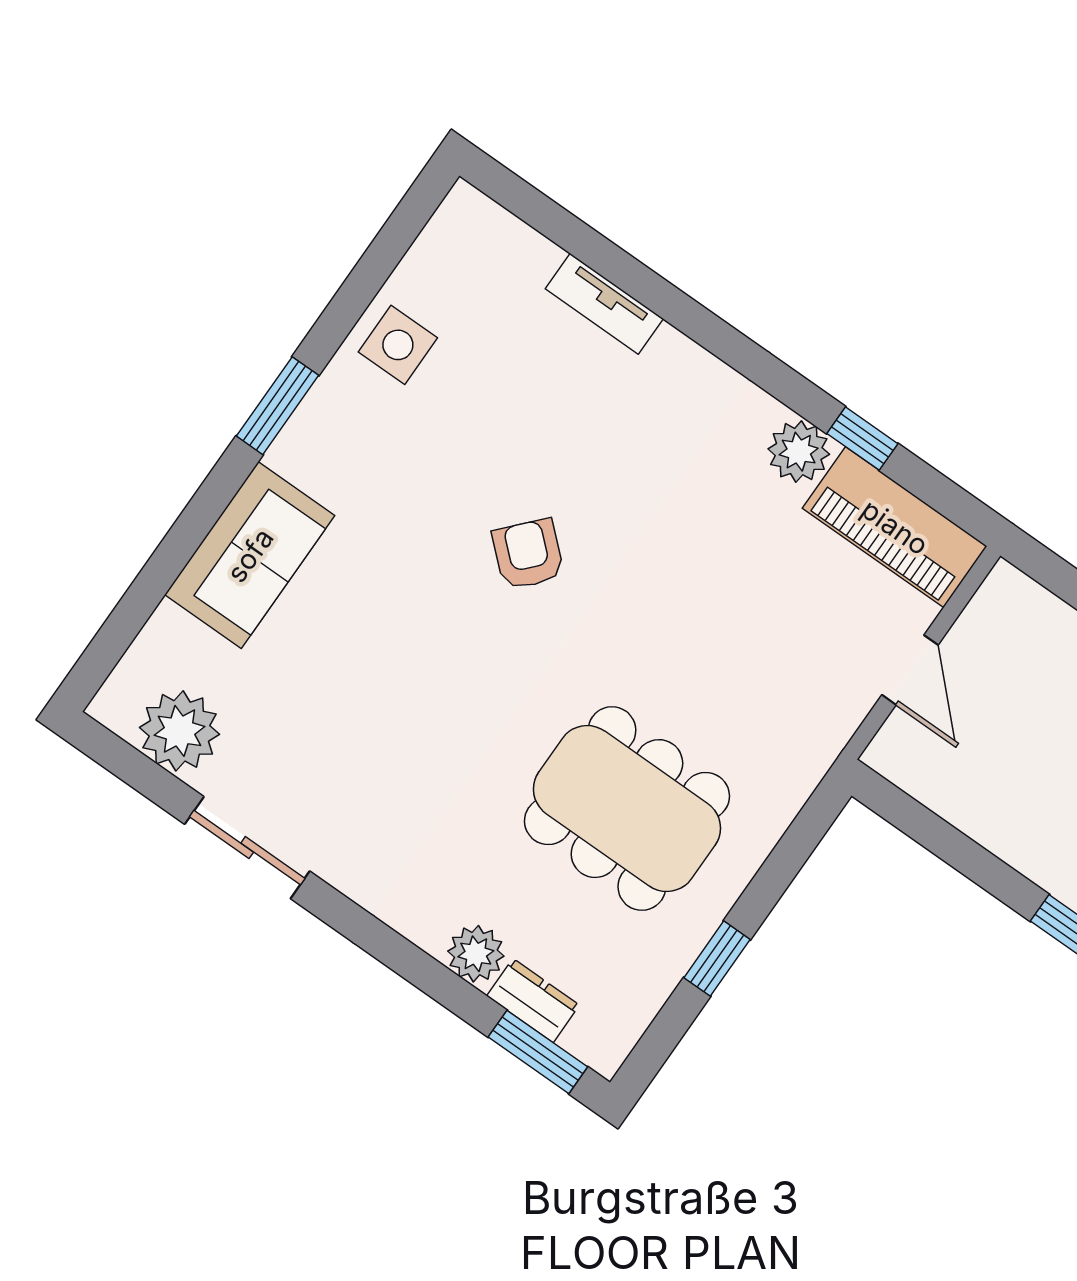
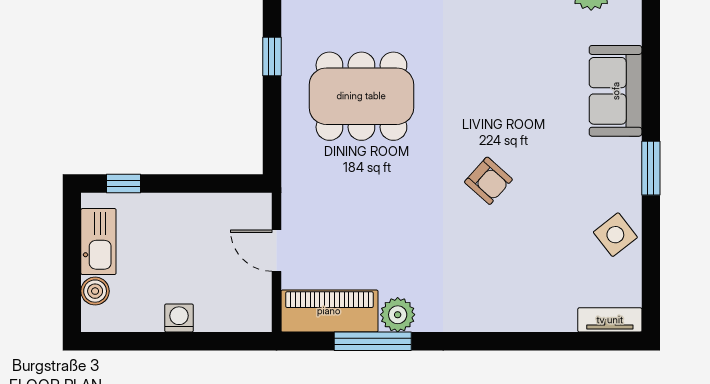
tv unit: (604, 304) -> (610, 320), moved
side table: (398, 345) -> (615, 235), turned -38
window: (862, 439) -> (373, 341), width x2.17

